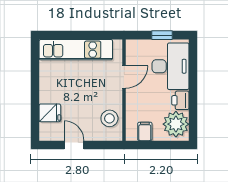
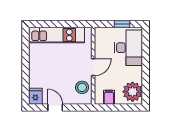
door: (124, 77) -> (93, 67), moved
printer: (180, 100) -> (136, 74), removed
fridge: (50, 113) -> (35, 96), moved, turned -90

